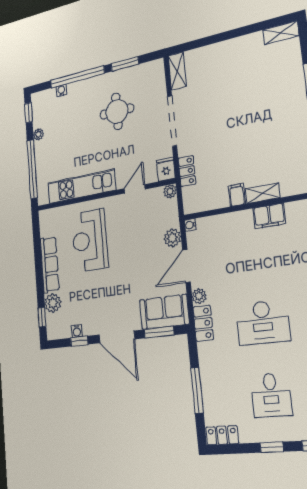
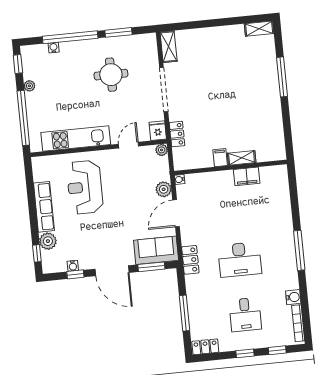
plant: (199, 296) -> (187, 238), removed

